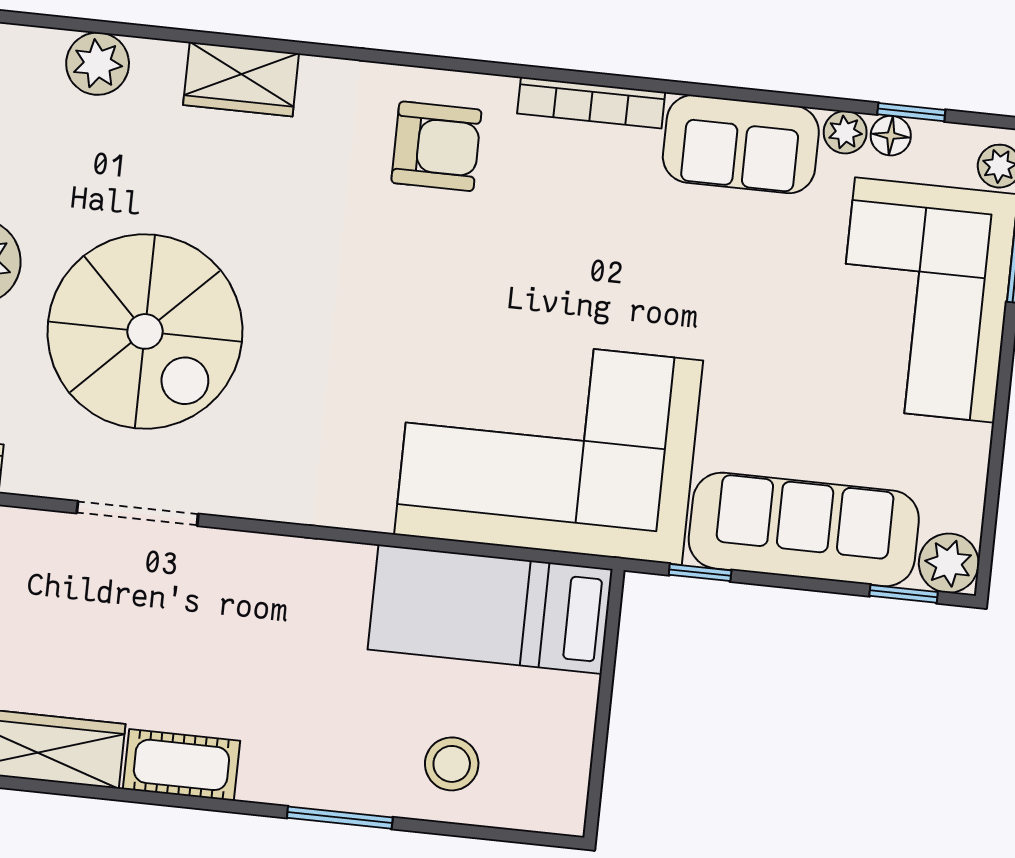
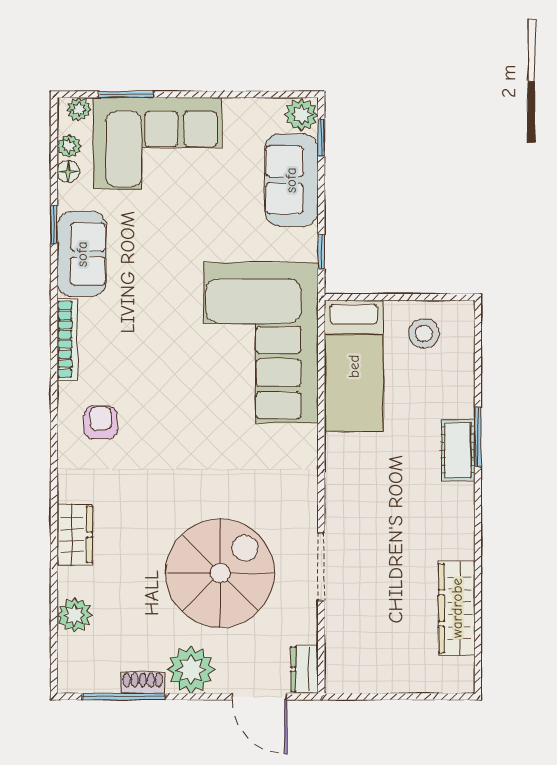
window: (911, 112) -> (54, 224), moved
plant: (845, 132) -> (69, 146), moved
armchair: (436, 146) -> (101, 422), width x0.72, depth x0.72
sofa: (804, 529) -> (291, 180), width x0.73
stool: (452, 764) -> (424, 333), moved
cot: (181, 765) -> (458, 450), moved

